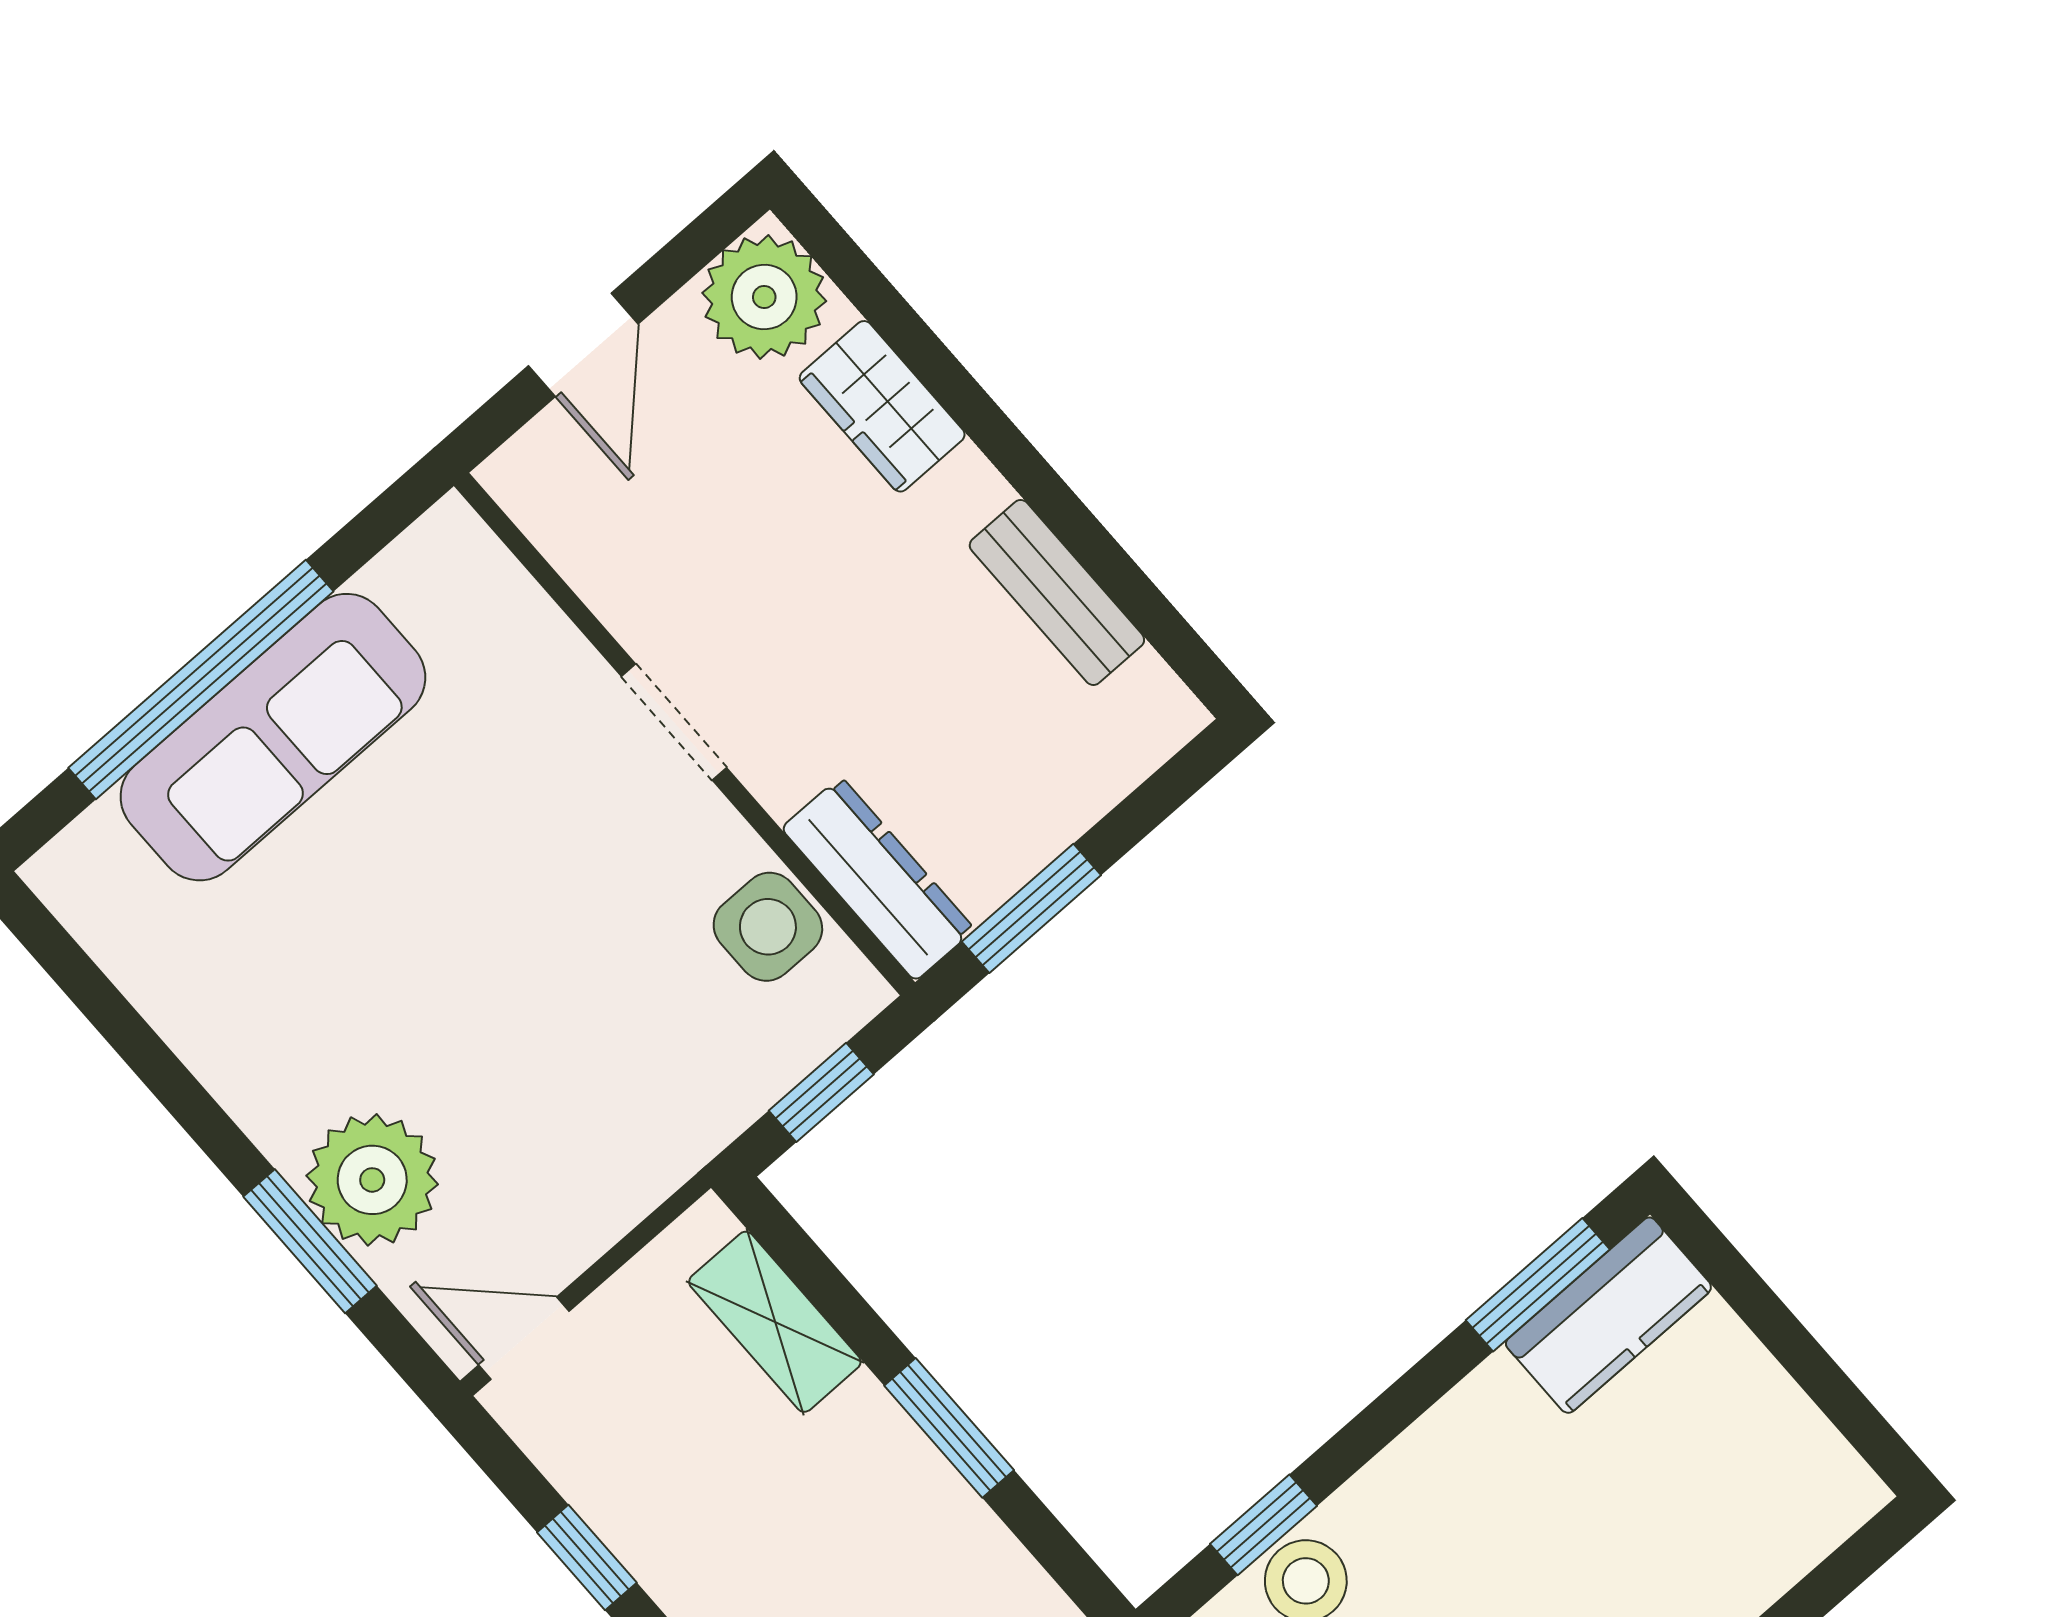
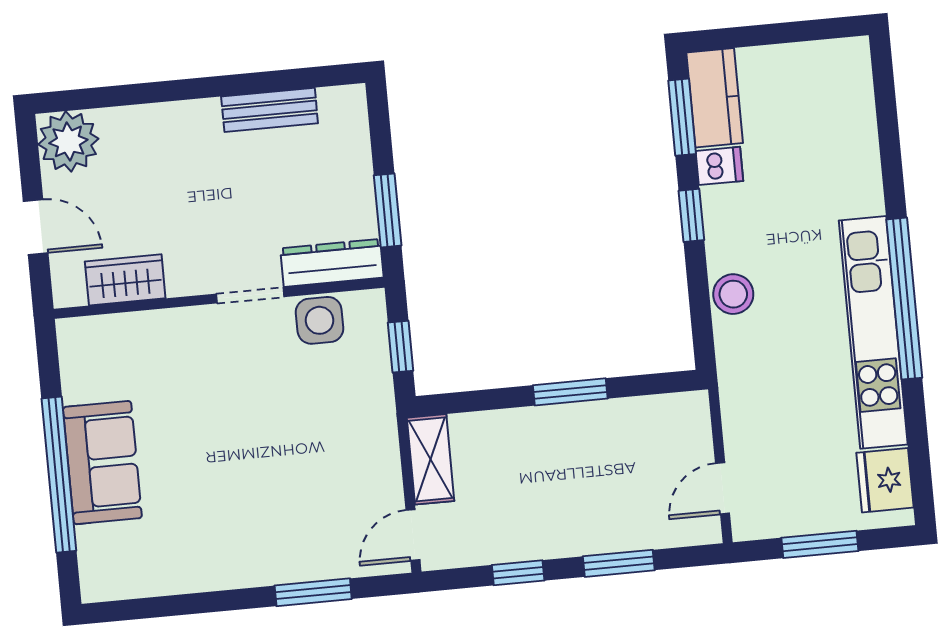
wardrobe: (882, 406) -> (125, 280), moved, turned 180
doorway: (674, 722) -> (250, 295), moved
sofa: (273, 737) -> (102, 463), width x0.73
plant: (372, 1180) -> (307, 550), removed
shelving: (775, 1322) -> (431, 459), moved, turned 90
dishwasher: (1501, 1405) -> (719, 166), added
window: (1263, 1525) -> (691, 215), moved

